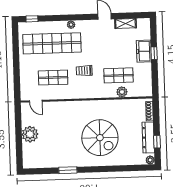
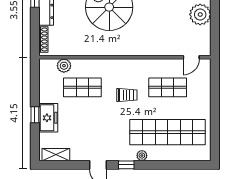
window: (32, 19) -> (126, 165), moved
shelving: (126, 24) -> (56, 155), moved
plant: (122, 92) -> (64, 66), moved
door: (36, 101) -> (191, 57), swing flipped

